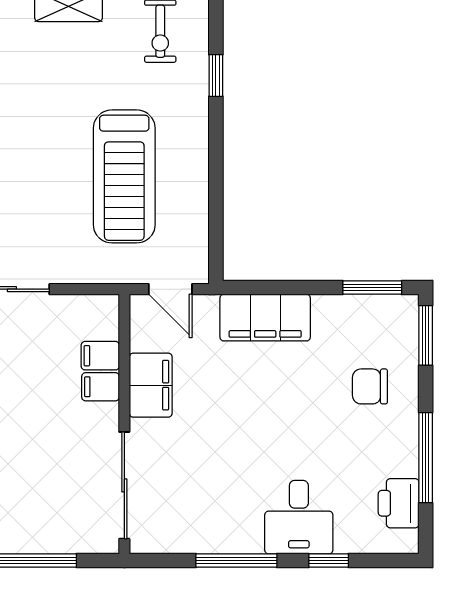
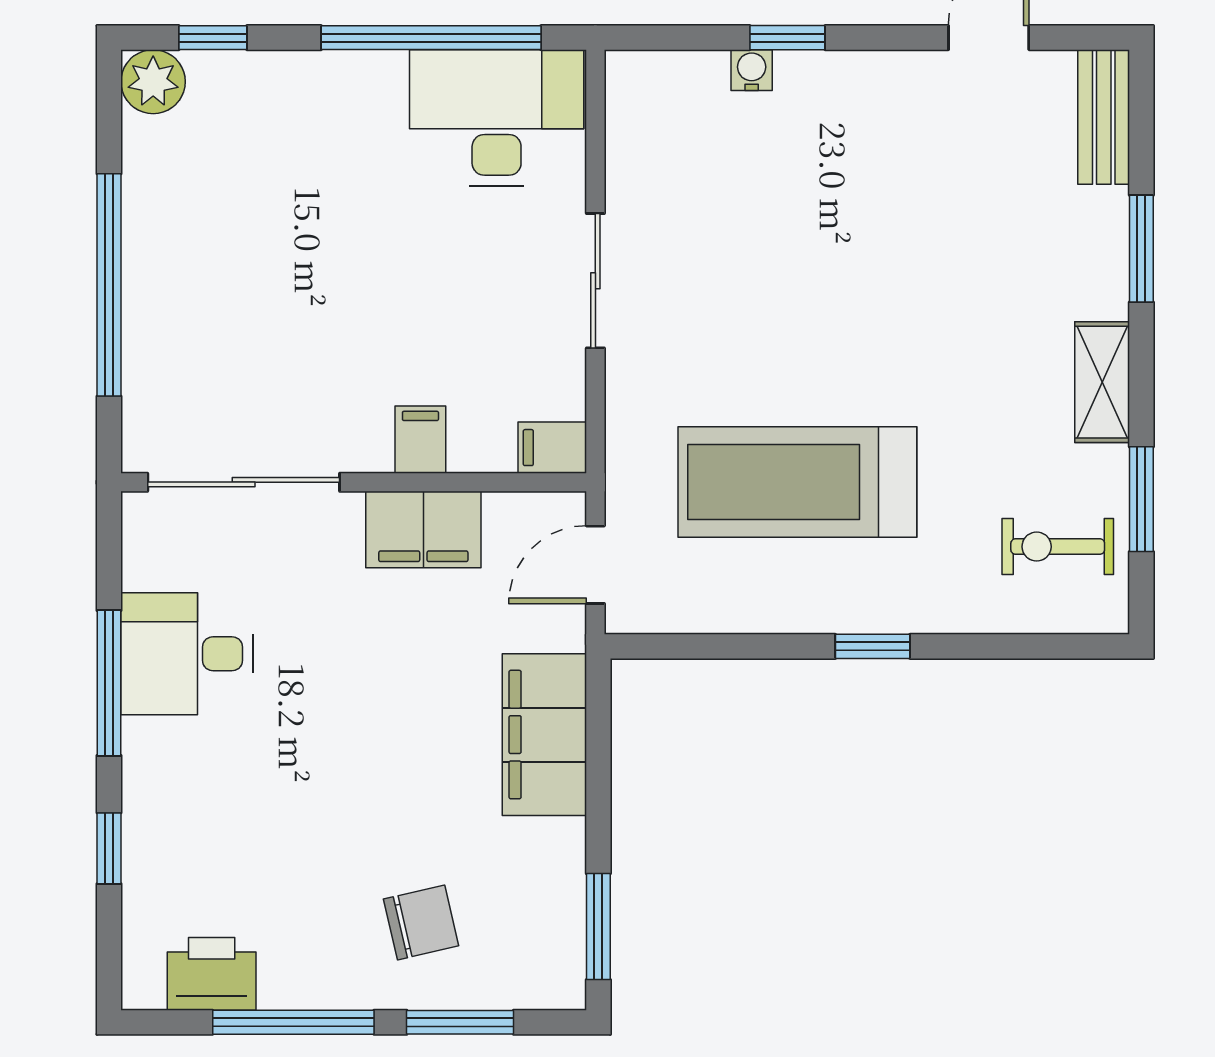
window: (216, 75) -> (873, 646), moved
window: (426, 335) -> (460, 1022), moved
filing cabinet: (100, 356) -> (552, 448), moved, turned -90
chair: (370, 386) -> (421, 922), turned 77
desk: (299, 517) -> (187, 654), moved

